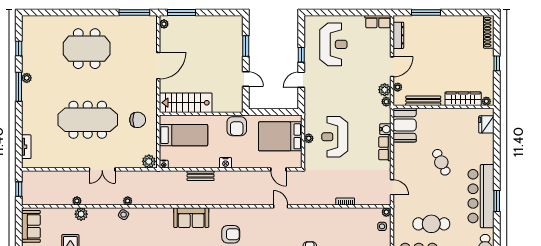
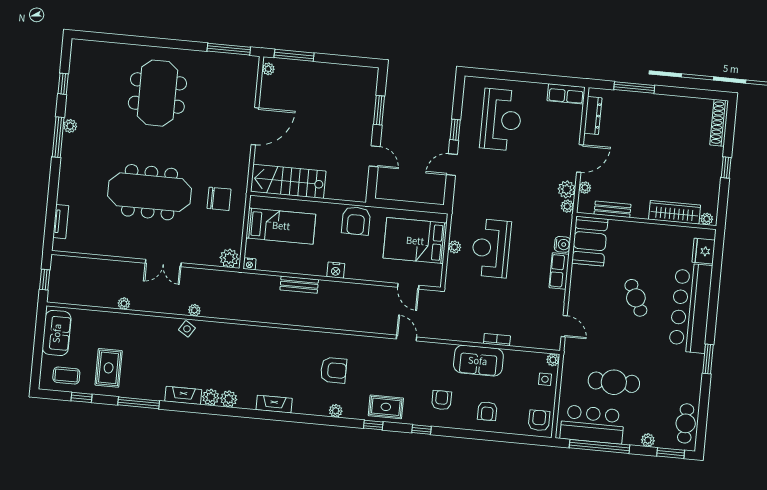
meeting table: (87, 49) -> (157, 93), turned 90
bench: (423, 101) -> (613, 209), width x0.73
bar counter: (481, 196) -> (691, 308), moved
plant: (81, 214) -> (128, 322), removed
sofa: (191, 218) -> (478, 361), moved

